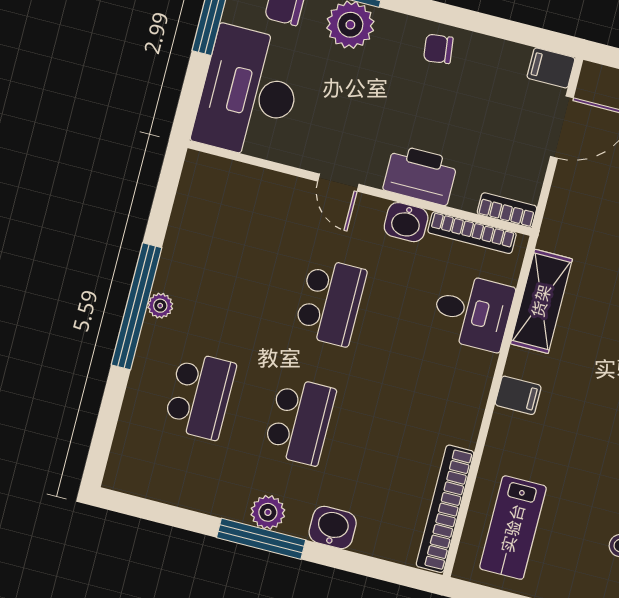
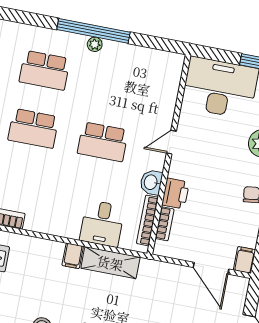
printer: (420, 175) -> (176, 194), width x0.73, depth x0.84
bookcase: (507, 210) -> (165, 224), moved
filing cabinet: (518, 395) -> (73, 256), moved

